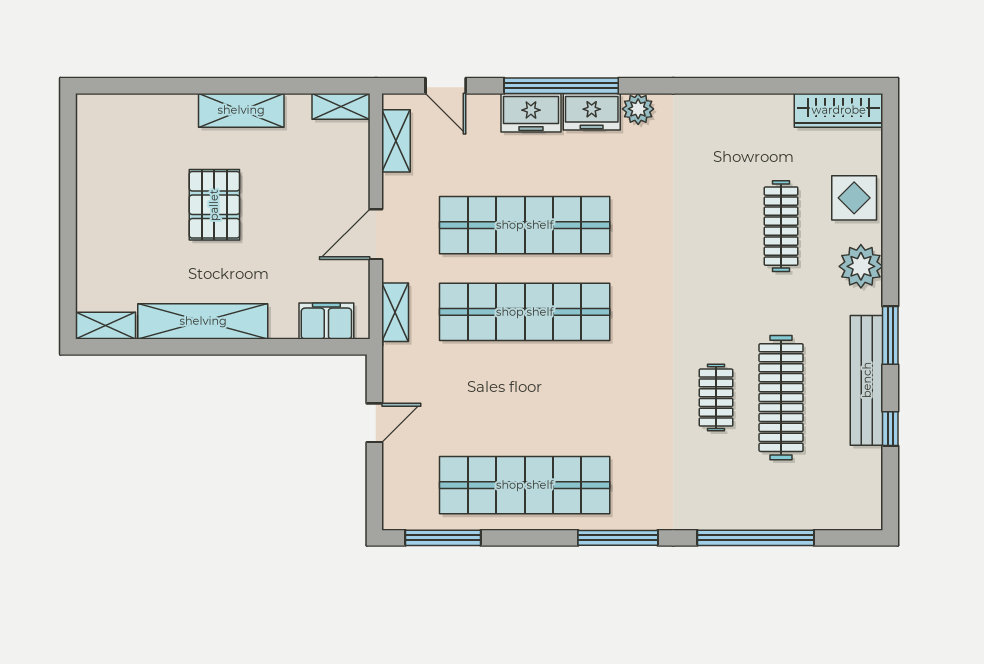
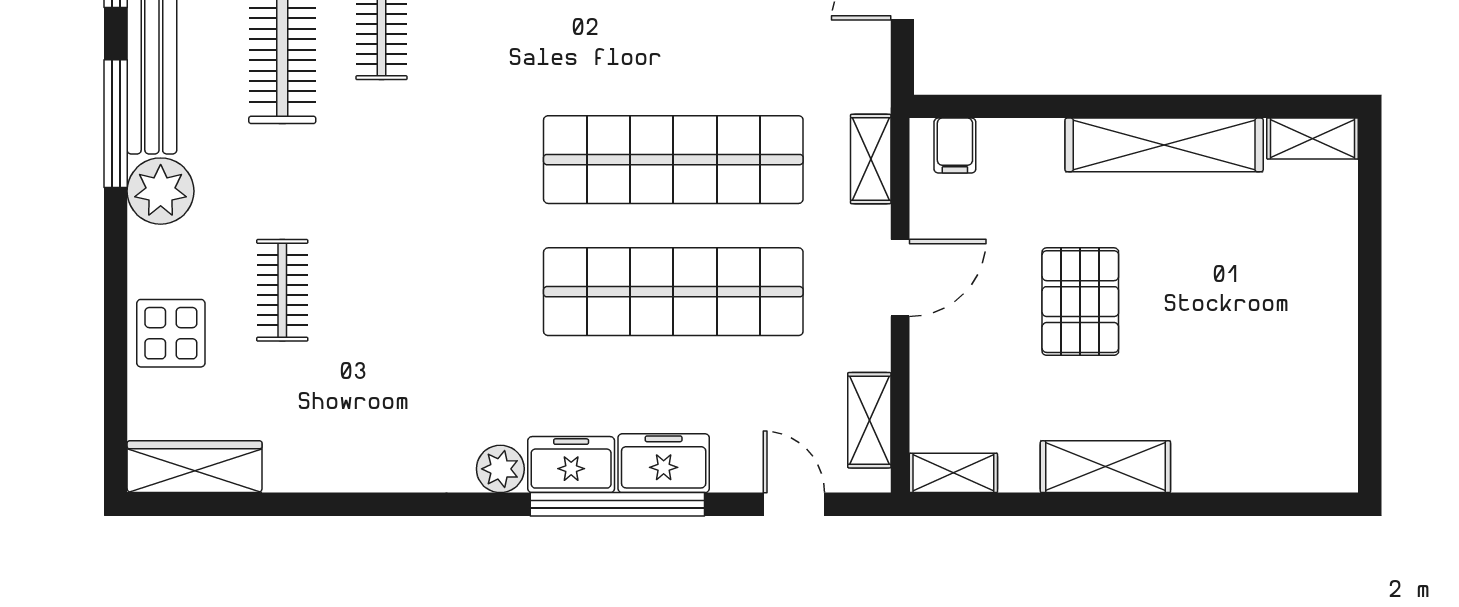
pallet: (214, 205) -> (1080, 302), moved
clothes rail: (781, 226) -> (282, 290), width x0.73
plant: (861, 266) -> (161, 191), moved
filing cabinet: (326, 321) -> (955, 146), width x0.50
window: (890, 335) -> (116, 124), width x1.44

